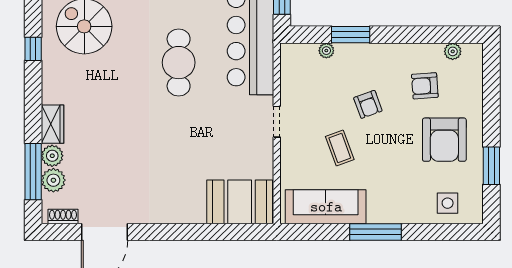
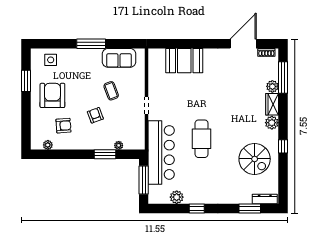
plant: (53, 180) -> (272, 123), moved
booth: (240, 202) -> (184, 61), moved
sofa: (326, 207) -> (119, 58), width x0.73

